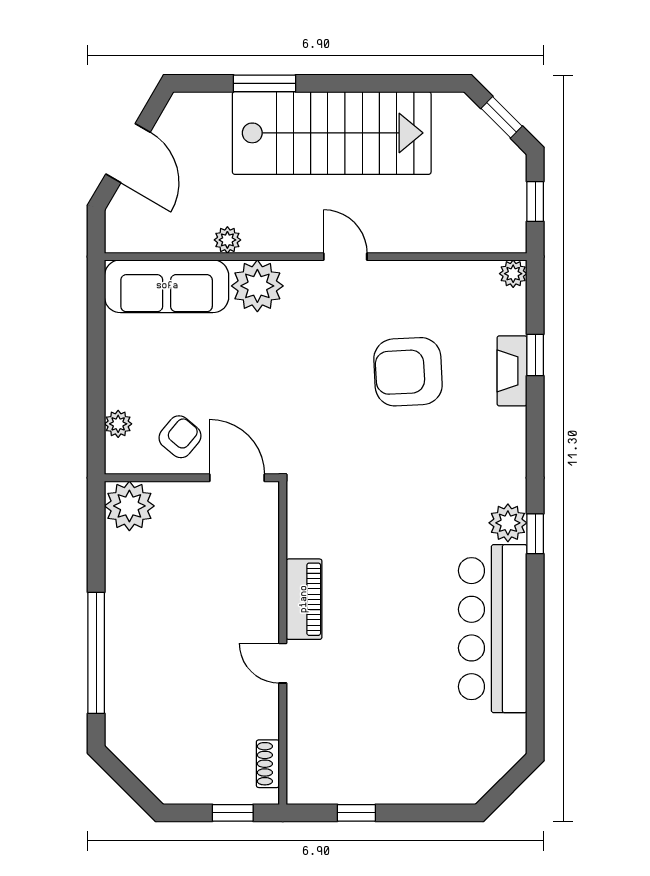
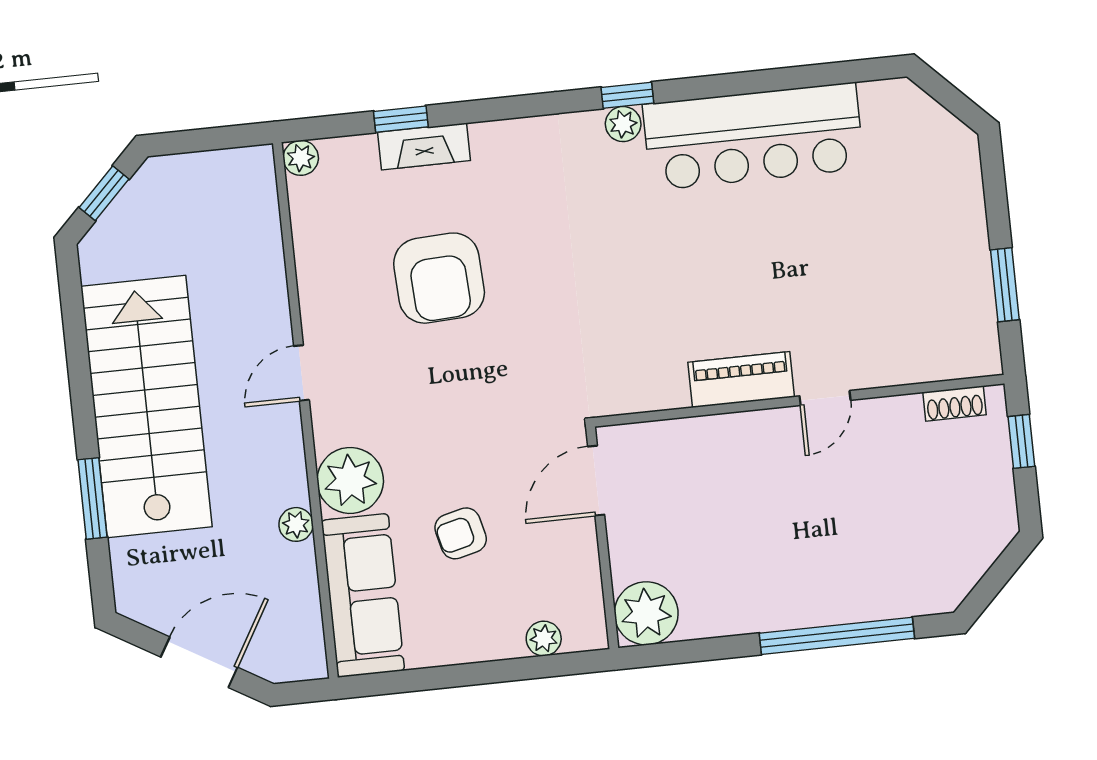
window: (535, 201) -> (206, 140), removed
armchair: (180, 437) -> (461, 533), moved, turned -54
plant: (508, 523) -> (623, 124), width x0.73, depth x0.73
window: (356, 813) -> (1005, 285), width x1.50

